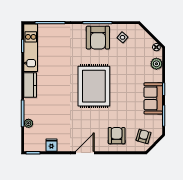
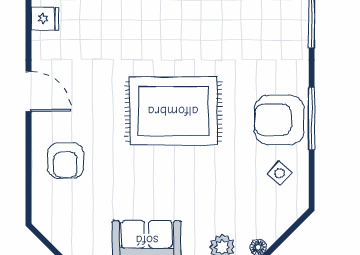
armchair: (117, 136) -> (66, 160), turned 90
armchair: (143, 136) -> (64, 219), removed

